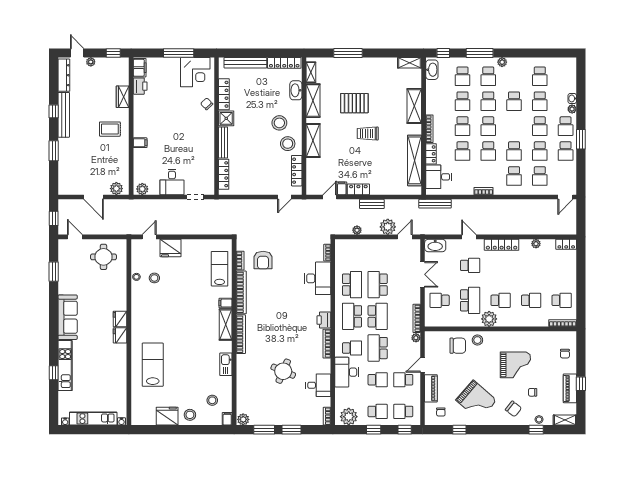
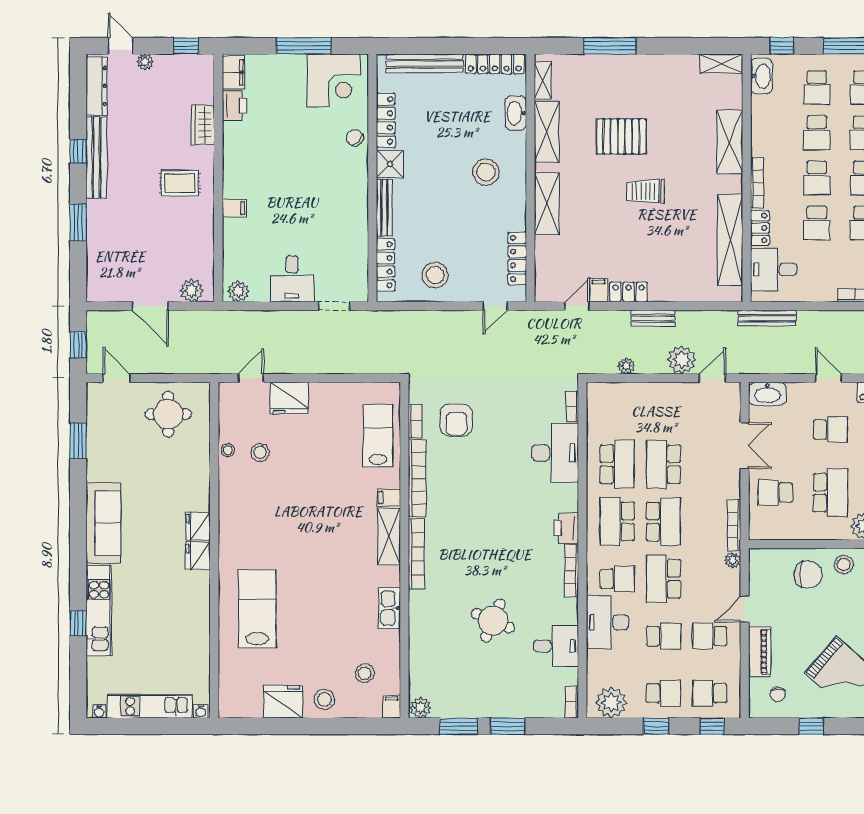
stool: (288, 144) -> (435, 275), moved

